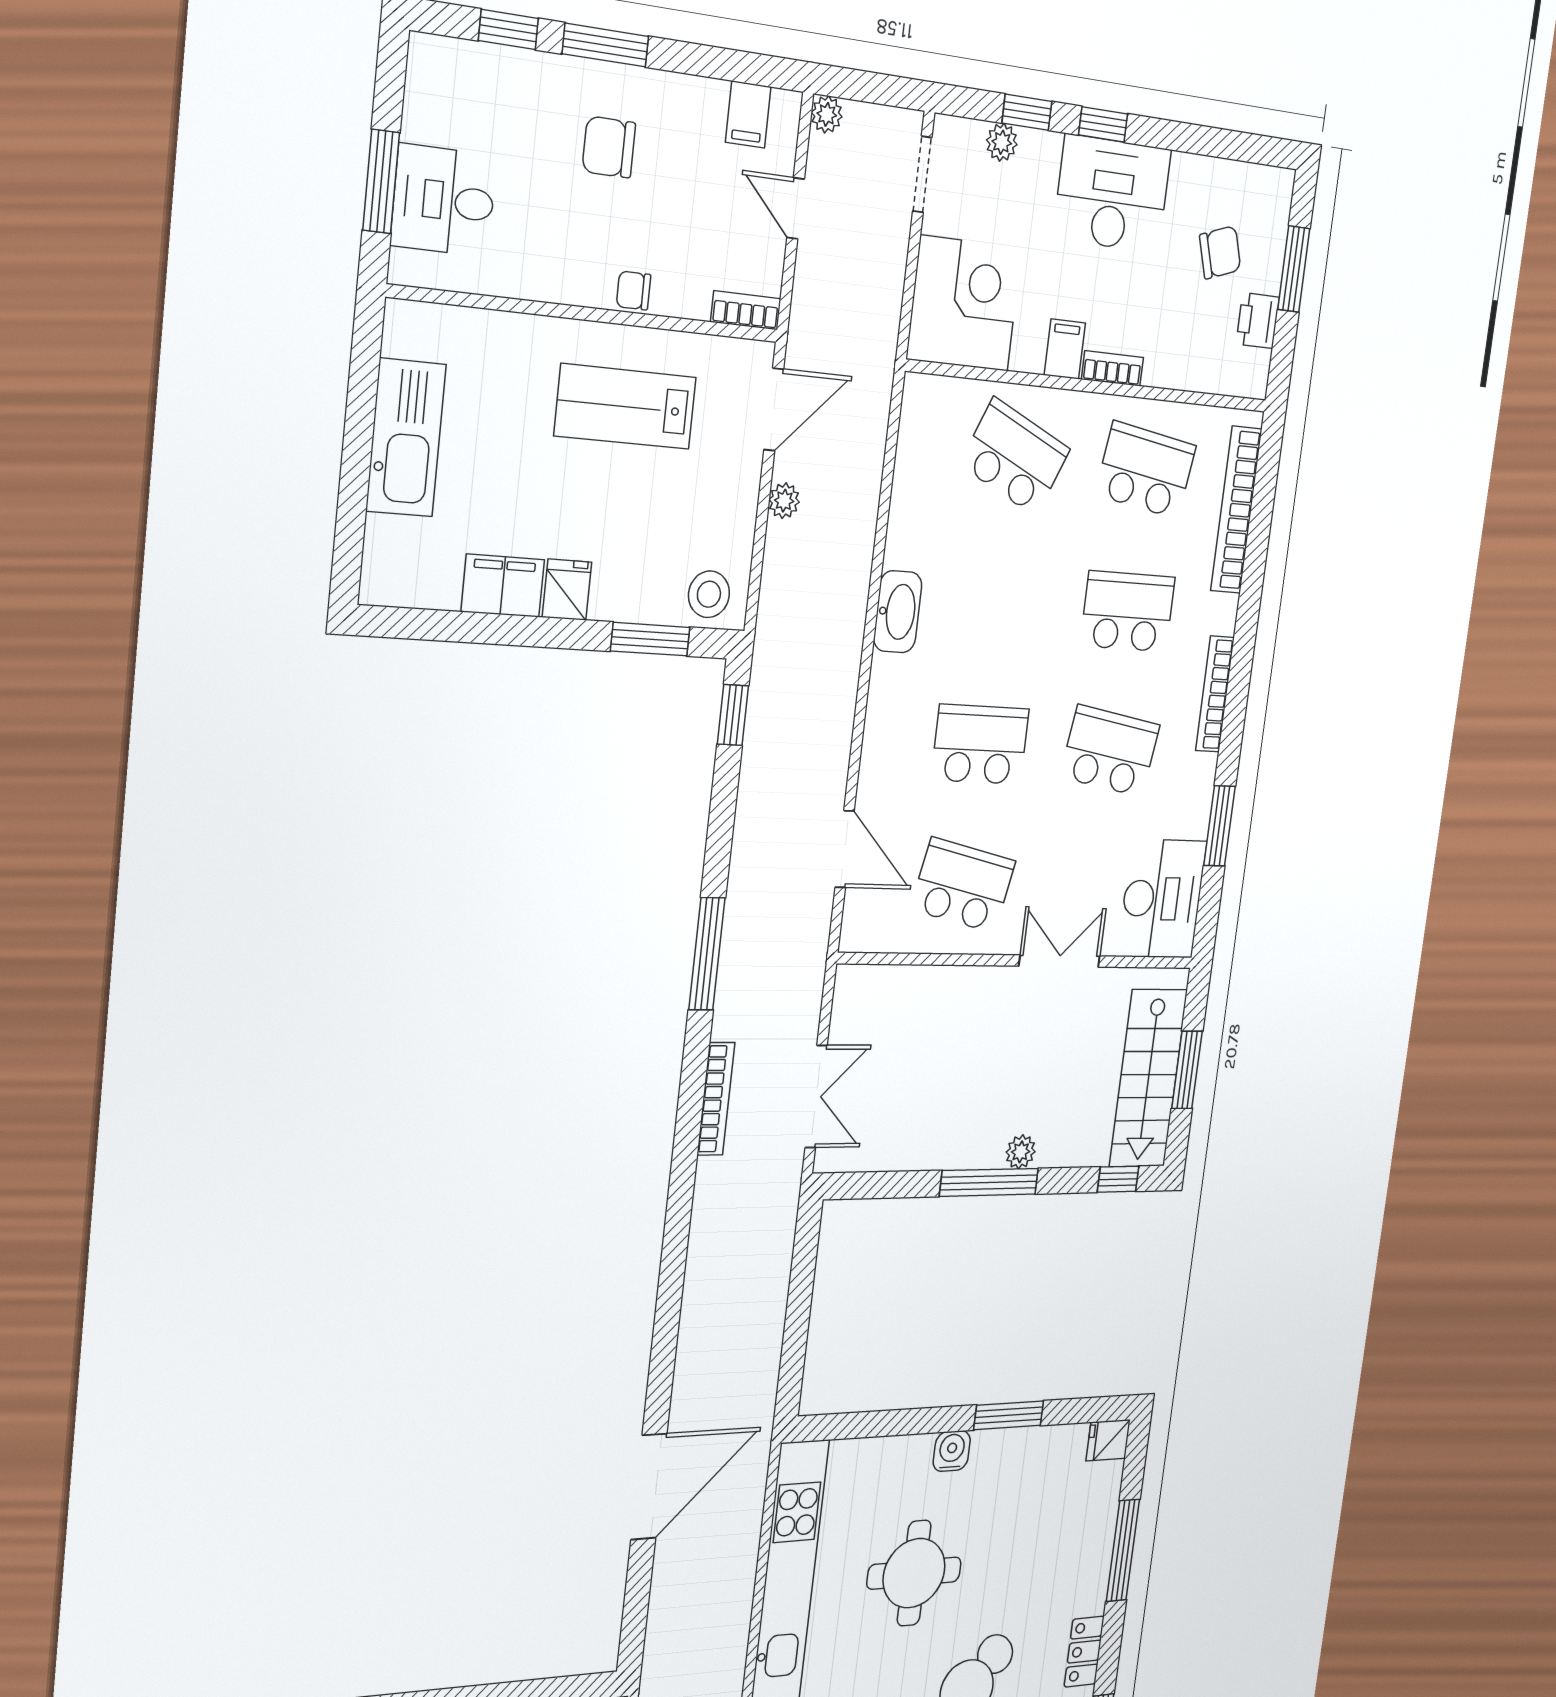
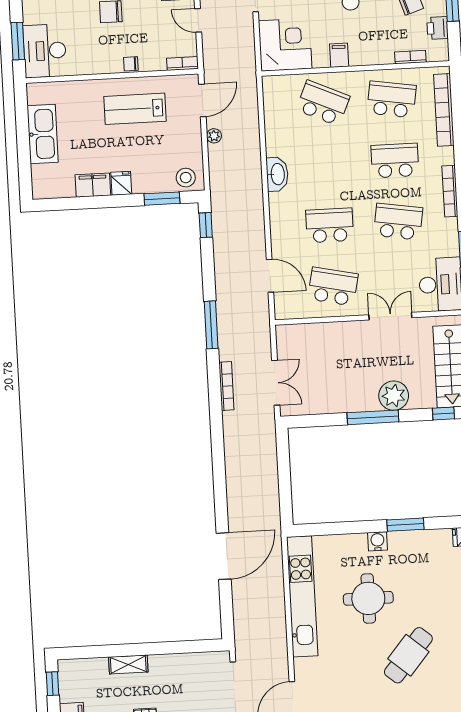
desk: (444, 200) -> (45, 51), width x1.37
bookcase: (1112, 368) -> (410, 57), moved
plant: (1021, 1152) -> (394, 396), width x1.87, depth x1.87

